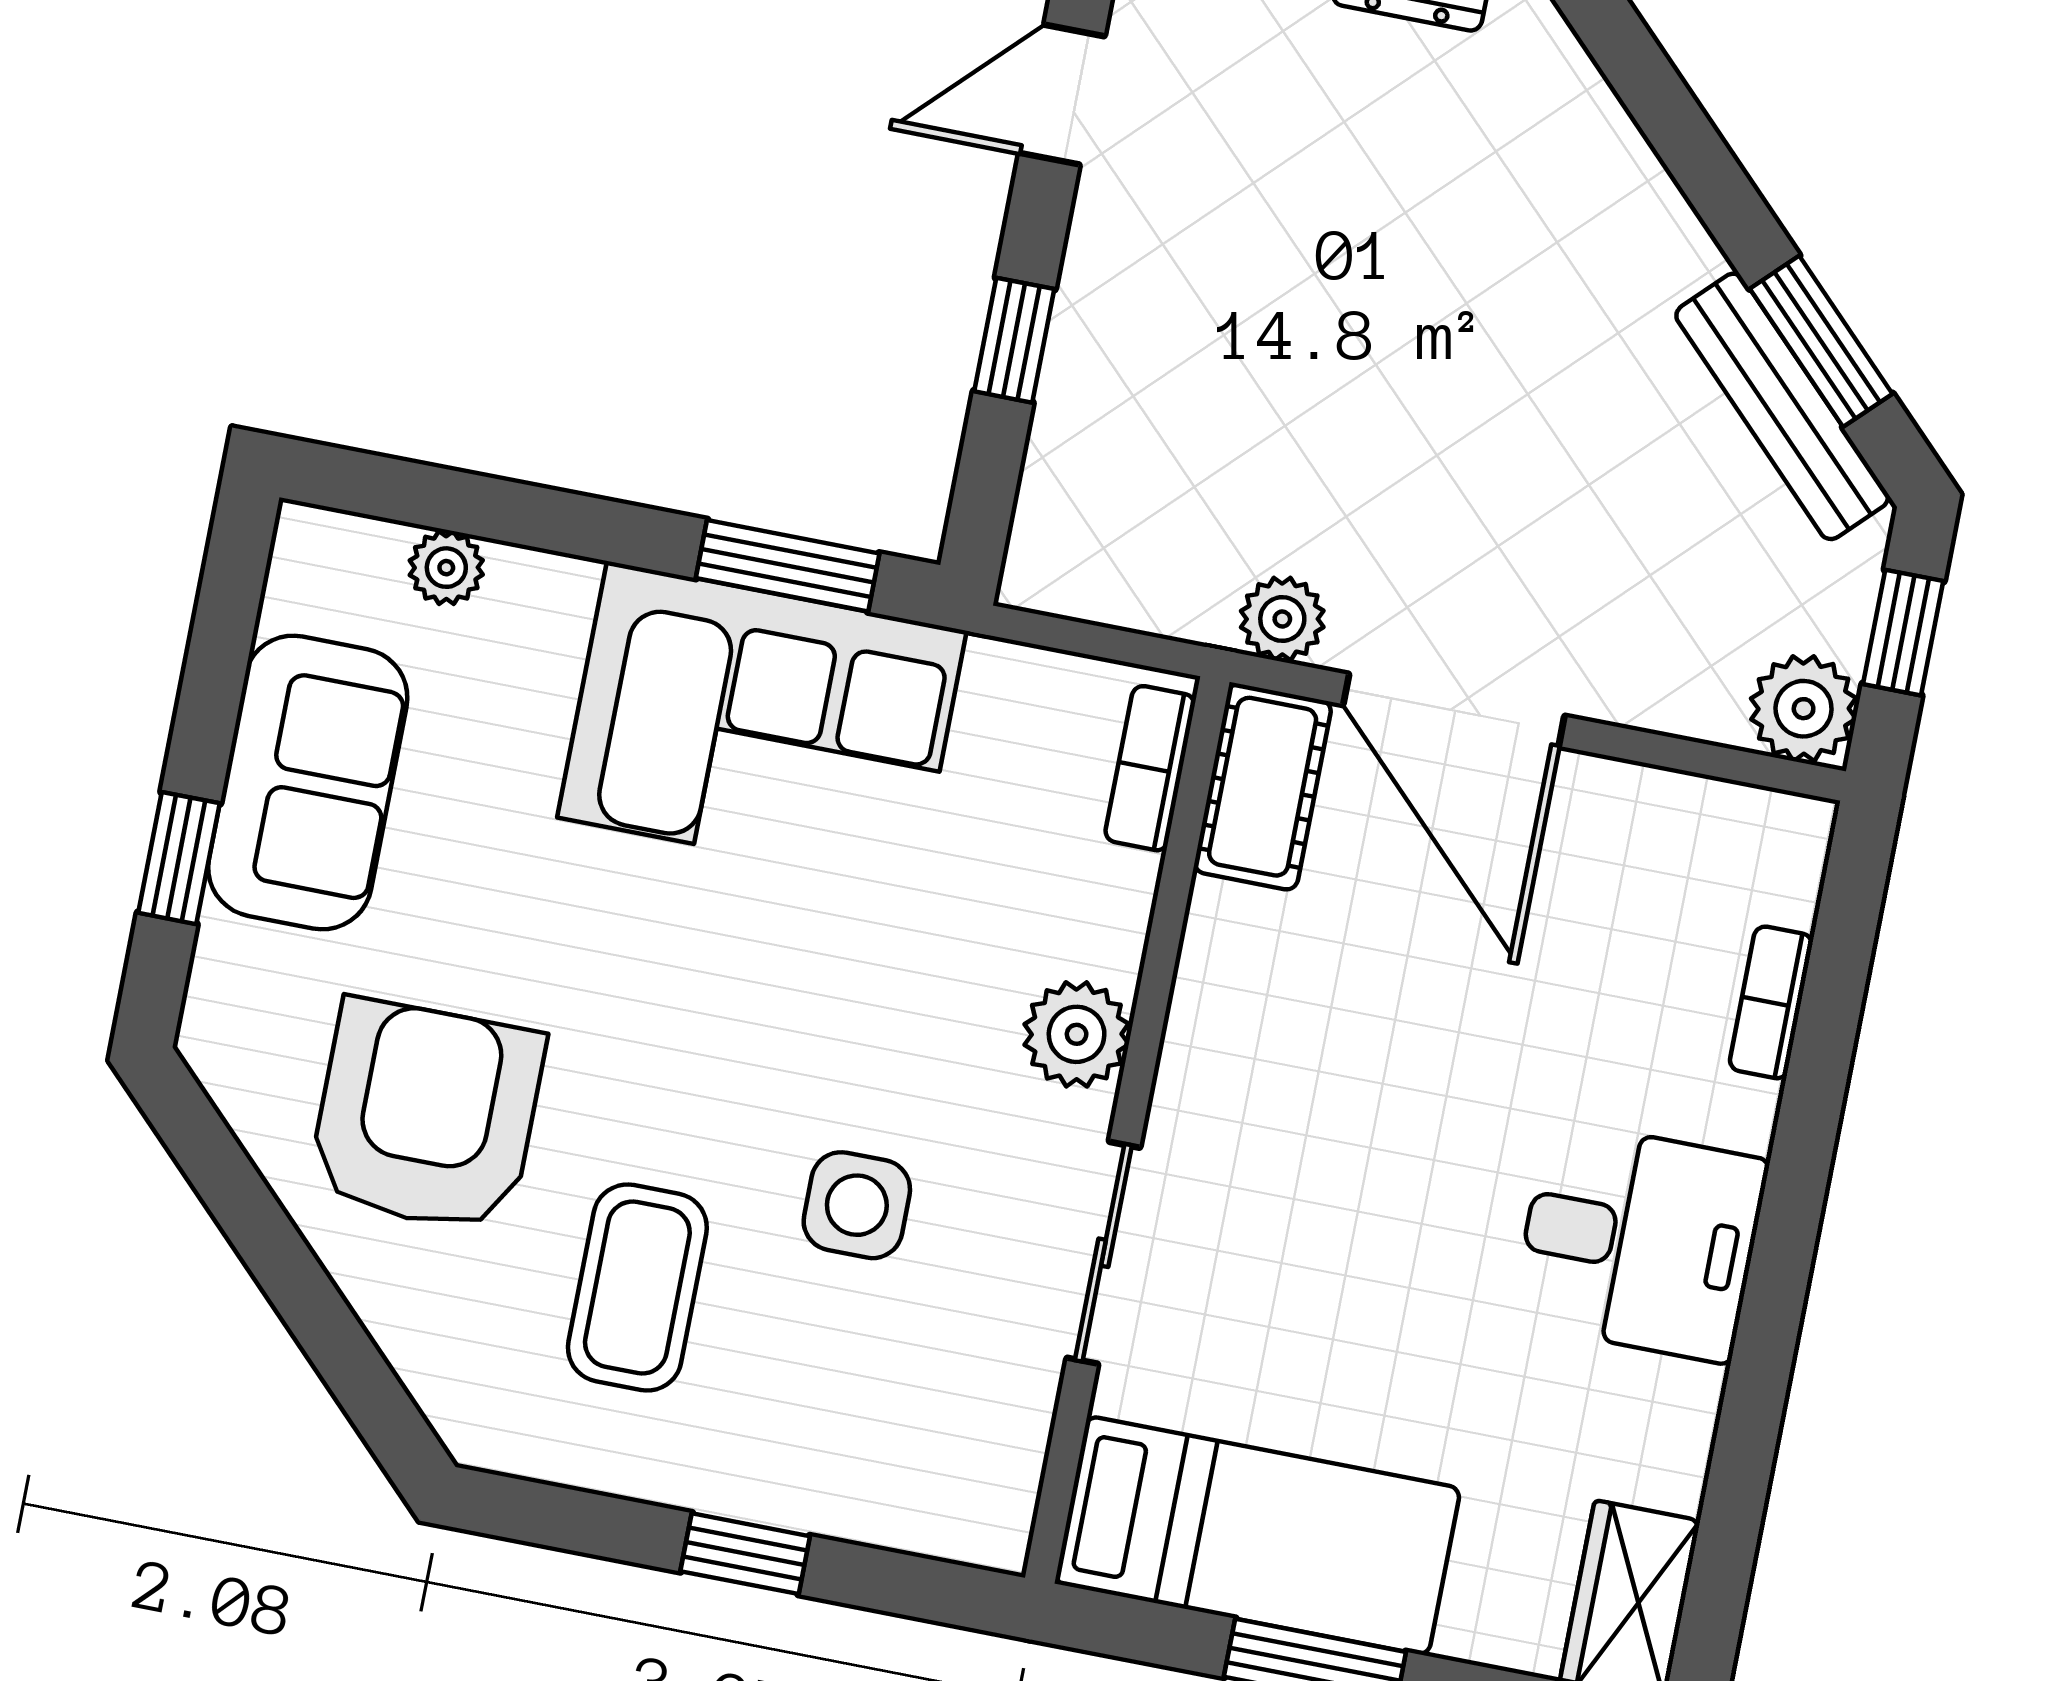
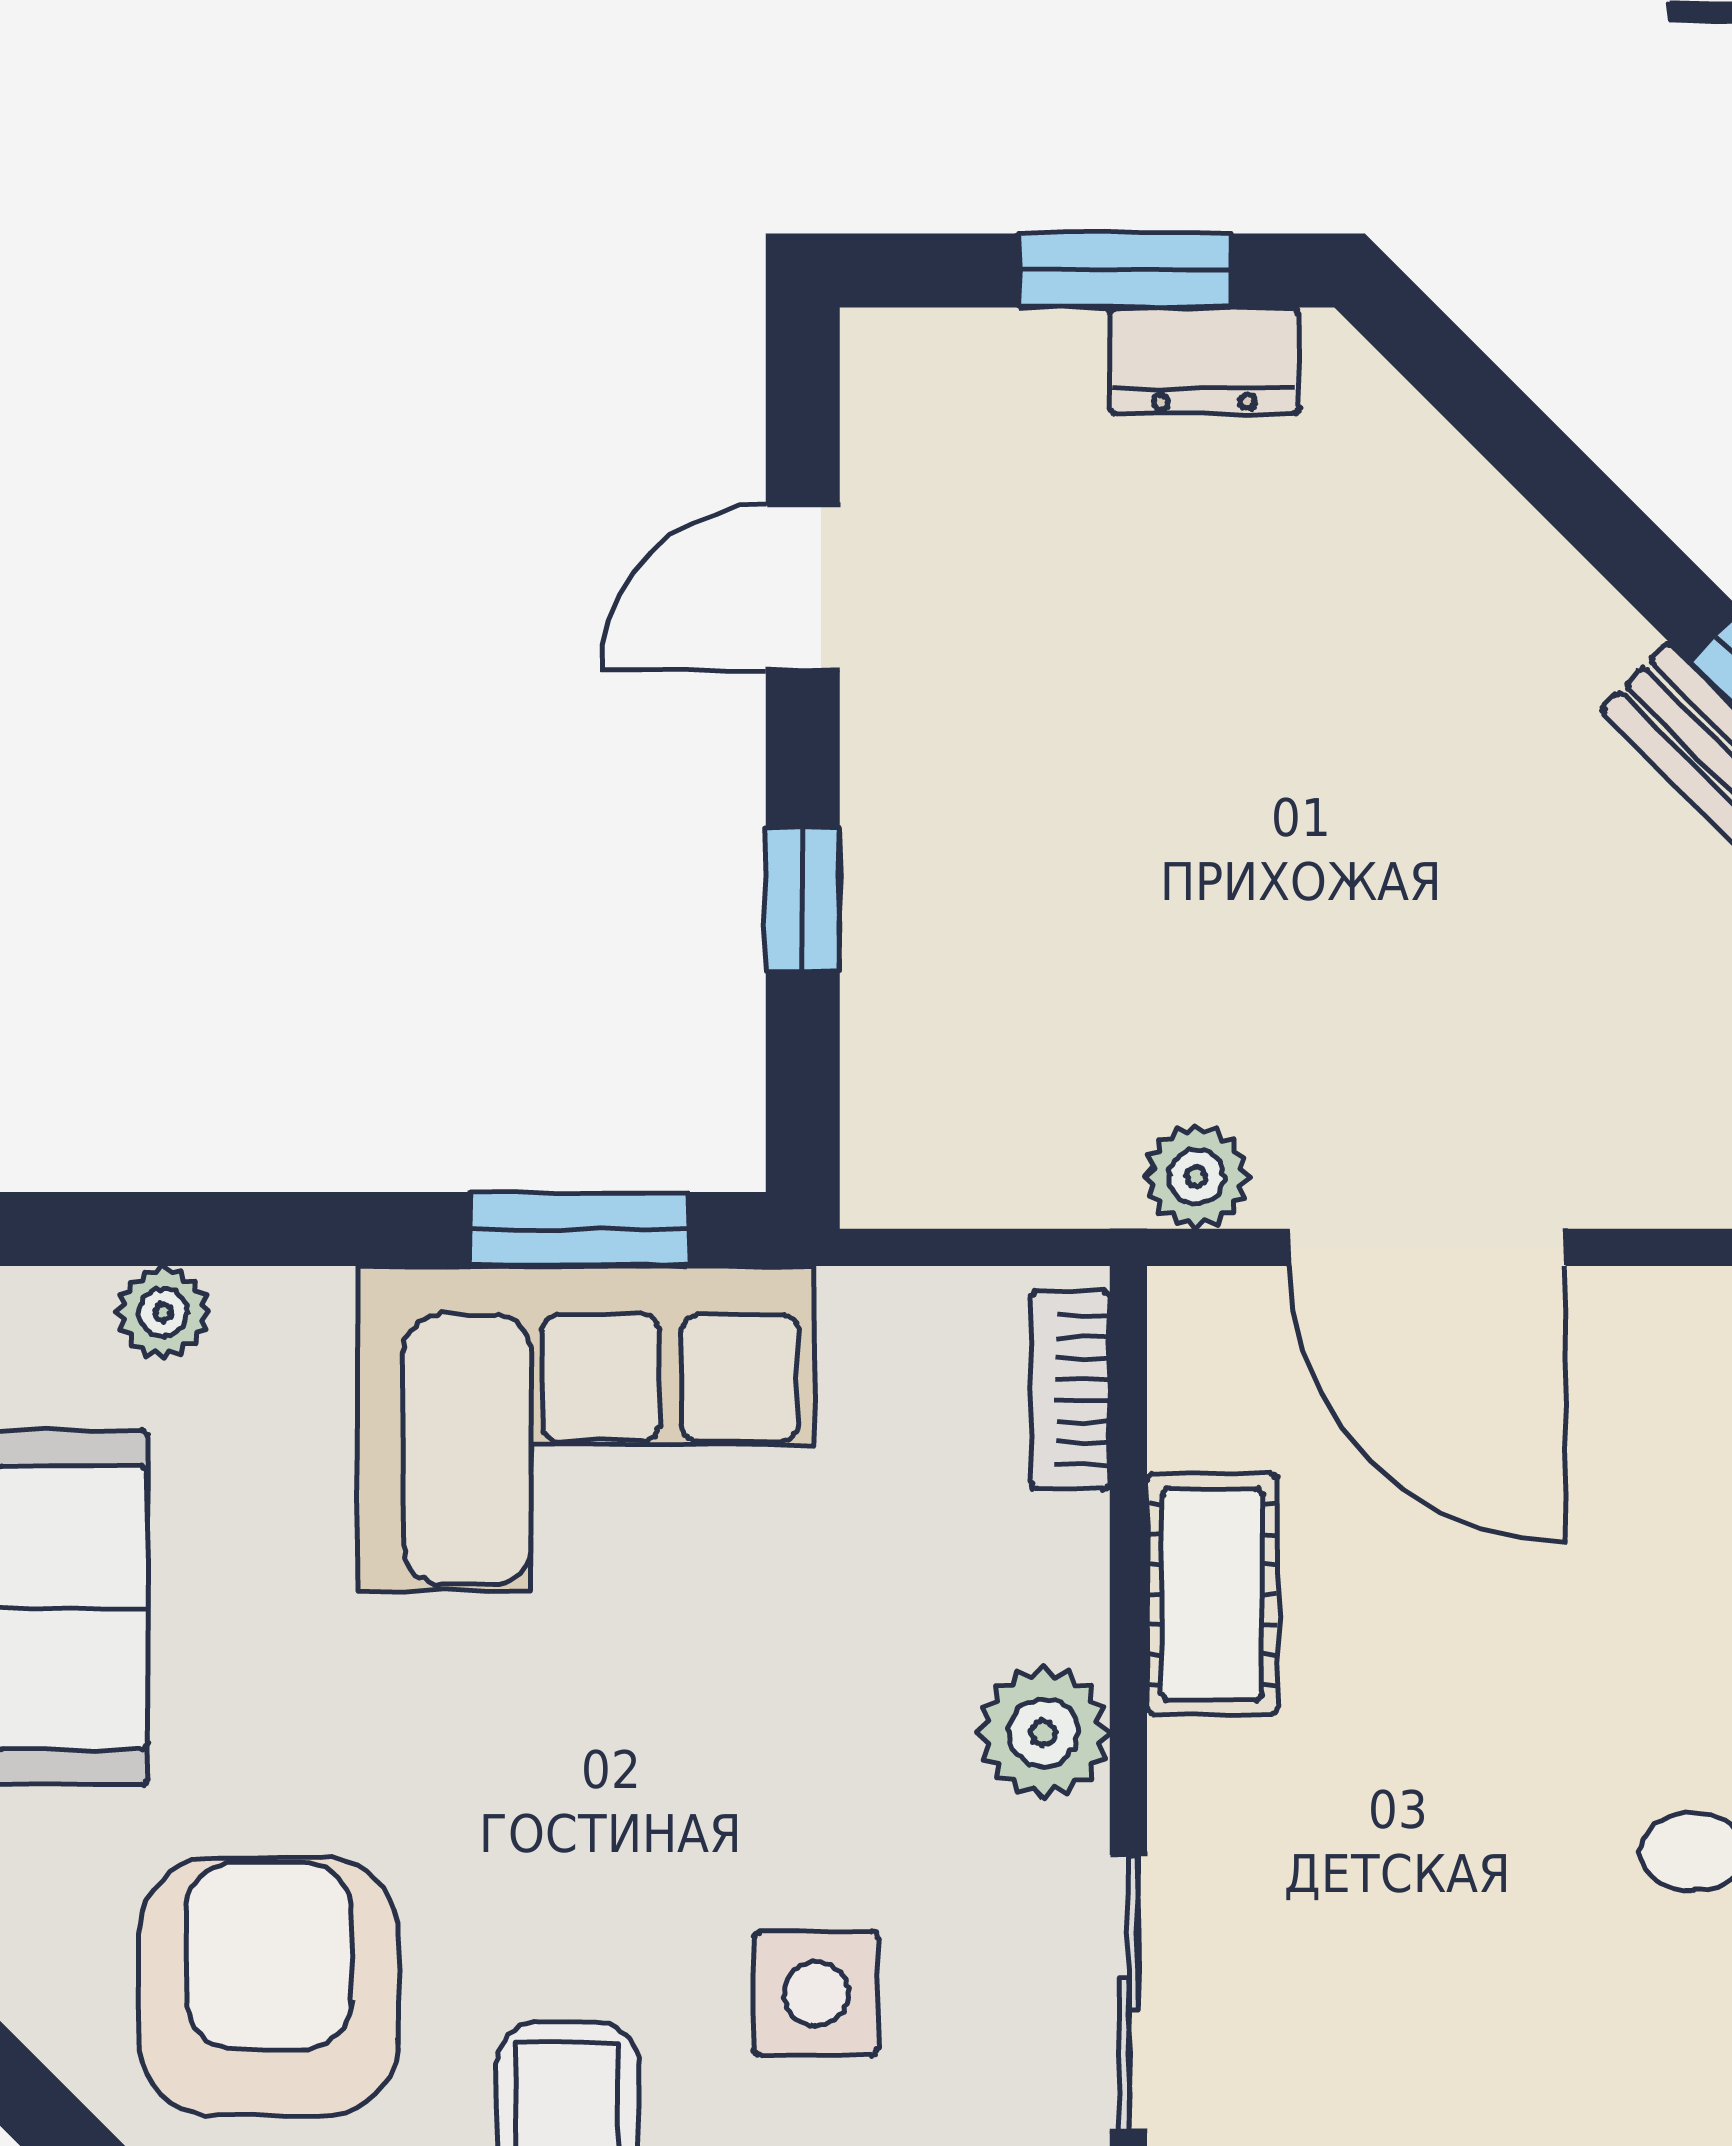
cot: (1263, 787) -> (1212, 1594), moved

